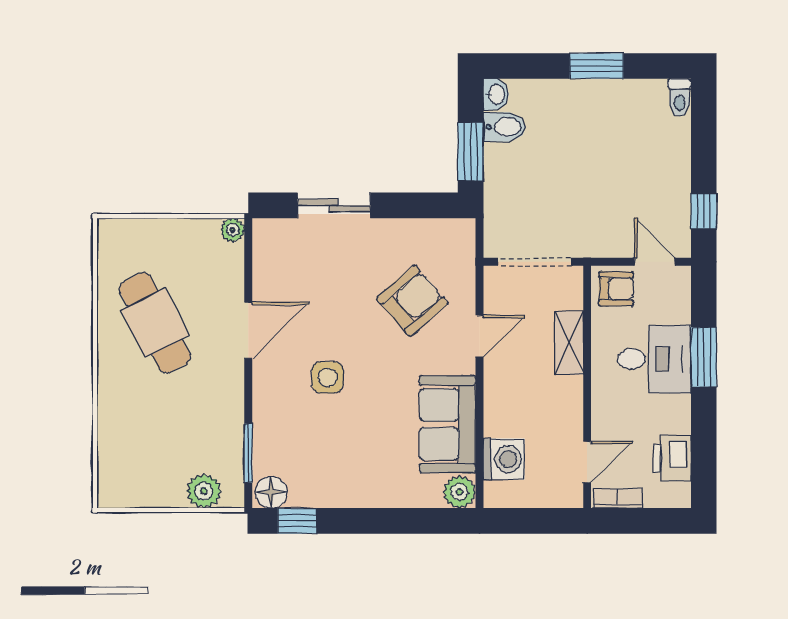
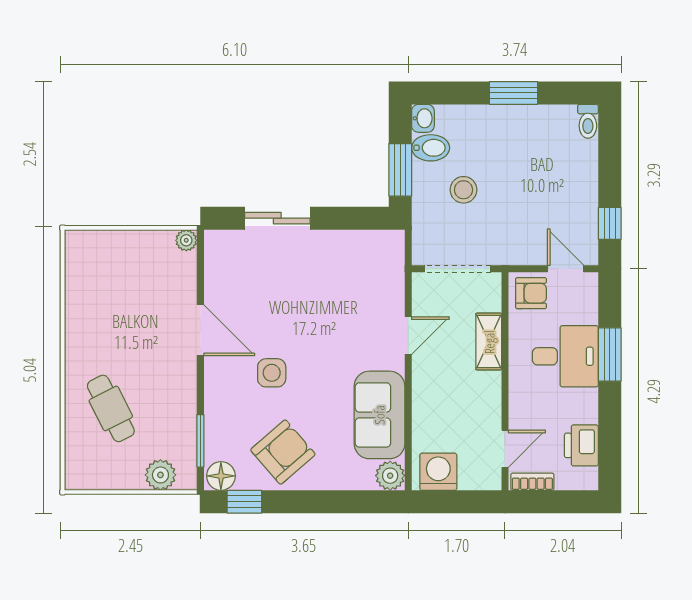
stool: (541, 174) -> (463, 190), added
armchair: (412, 301) -> (283, 452), moved
cafe table: (155, 323) -> (111, 408), moved, width x0.73, depth x0.74
door: (248, 330) -> (200, 330), hinge flipped
washing machine: (504, 459) -> (438, 472), moved, turned -90

